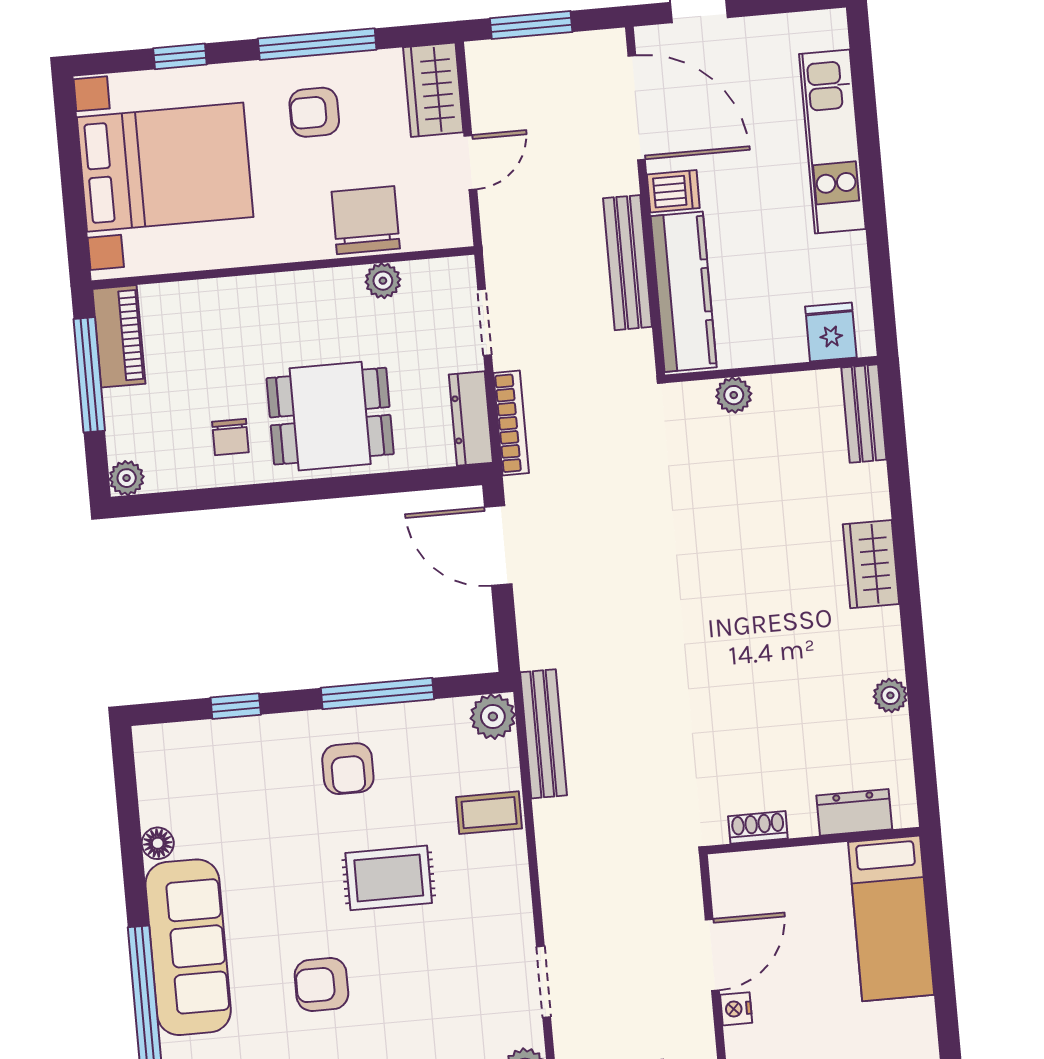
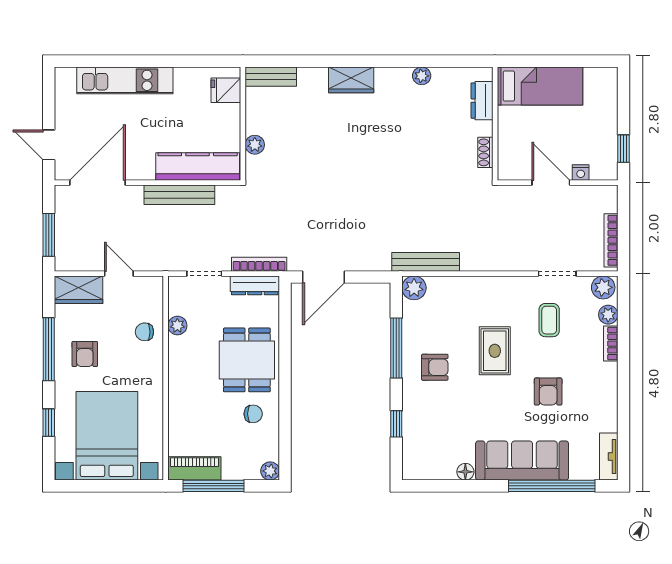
dishwasher: (673, 191) -> (144, 167), removed
chair: (366, 220) -> (144, 332), width x0.54, depth x0.54
coffee table: (489, 813) -> (549, 320), moved

